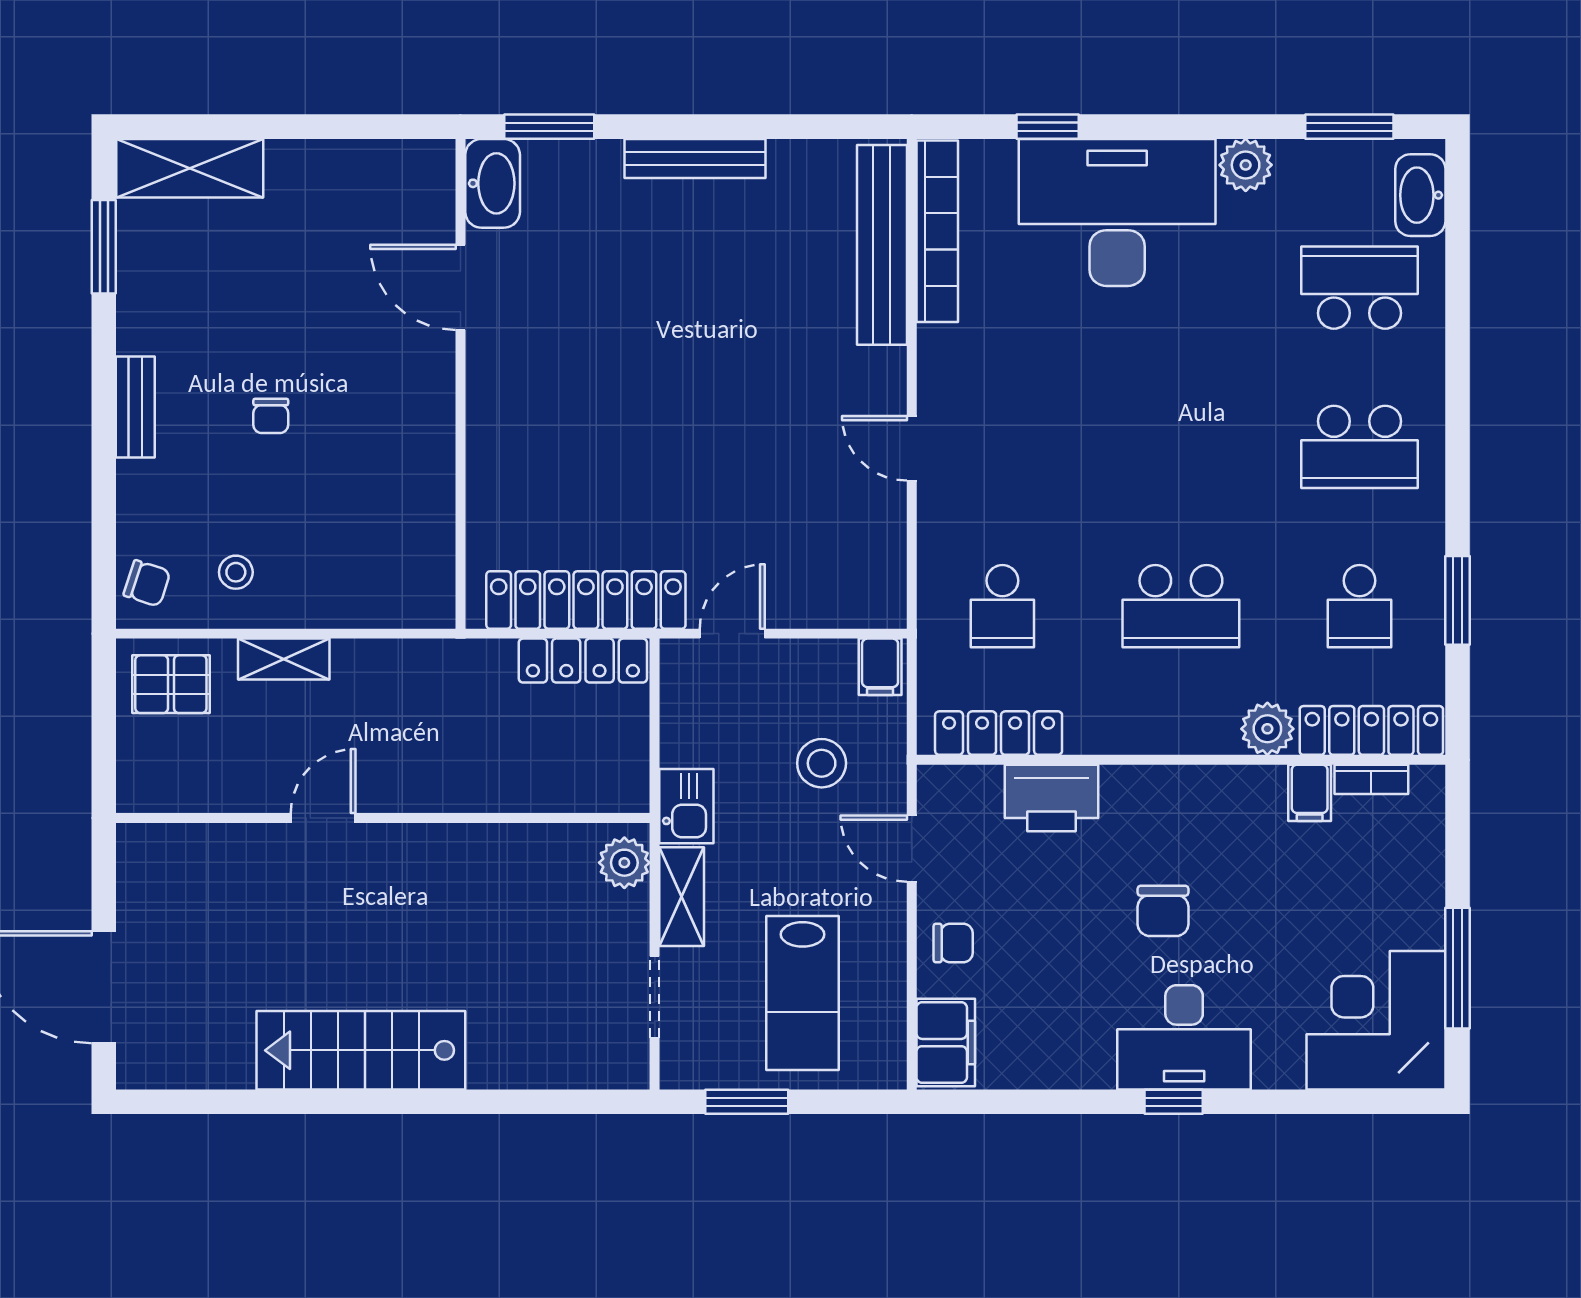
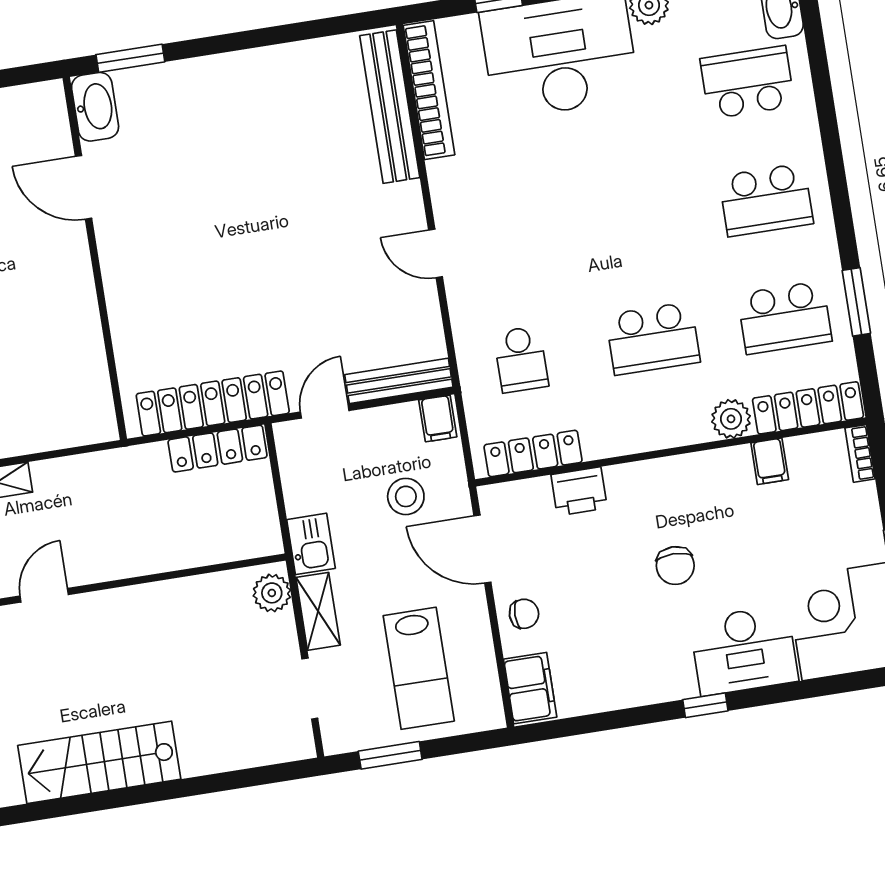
bench: (695, 158) -> (399, 381), moved
school desk: (1360, 606) -> (785, 318), width x1.85
bookcase: (1371, 779) -> (860, 453), moved, turned 90
printer: (1051, 798) -> (579, 491), width x0.73, depth x0.84
door: (912, 849) -> (482, 549), width x1.38
desk: (1184, 1037) -> (744, 650), moved

